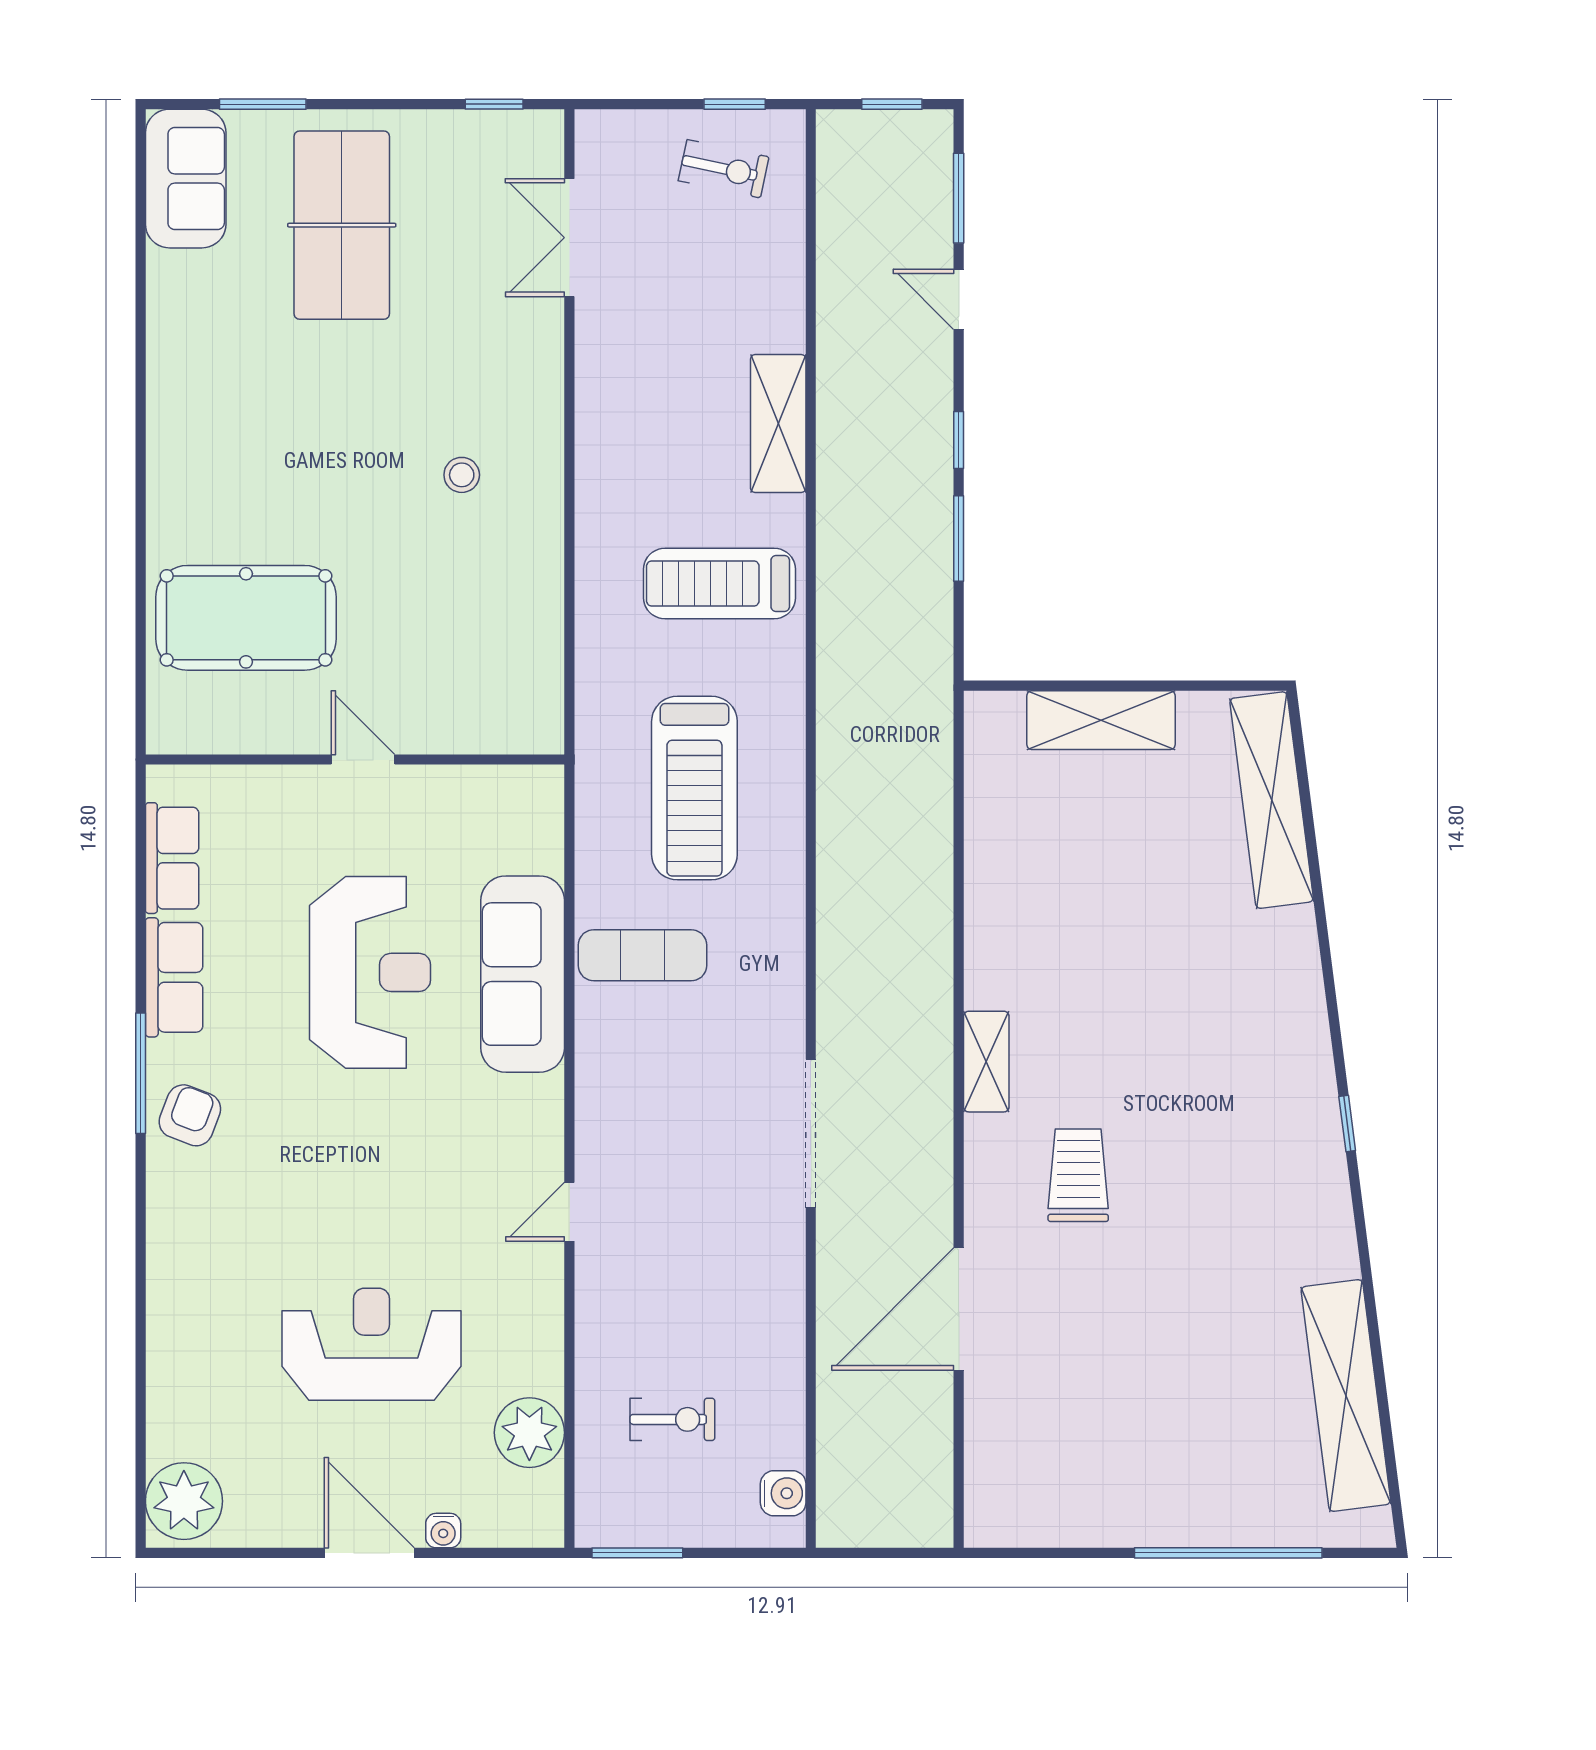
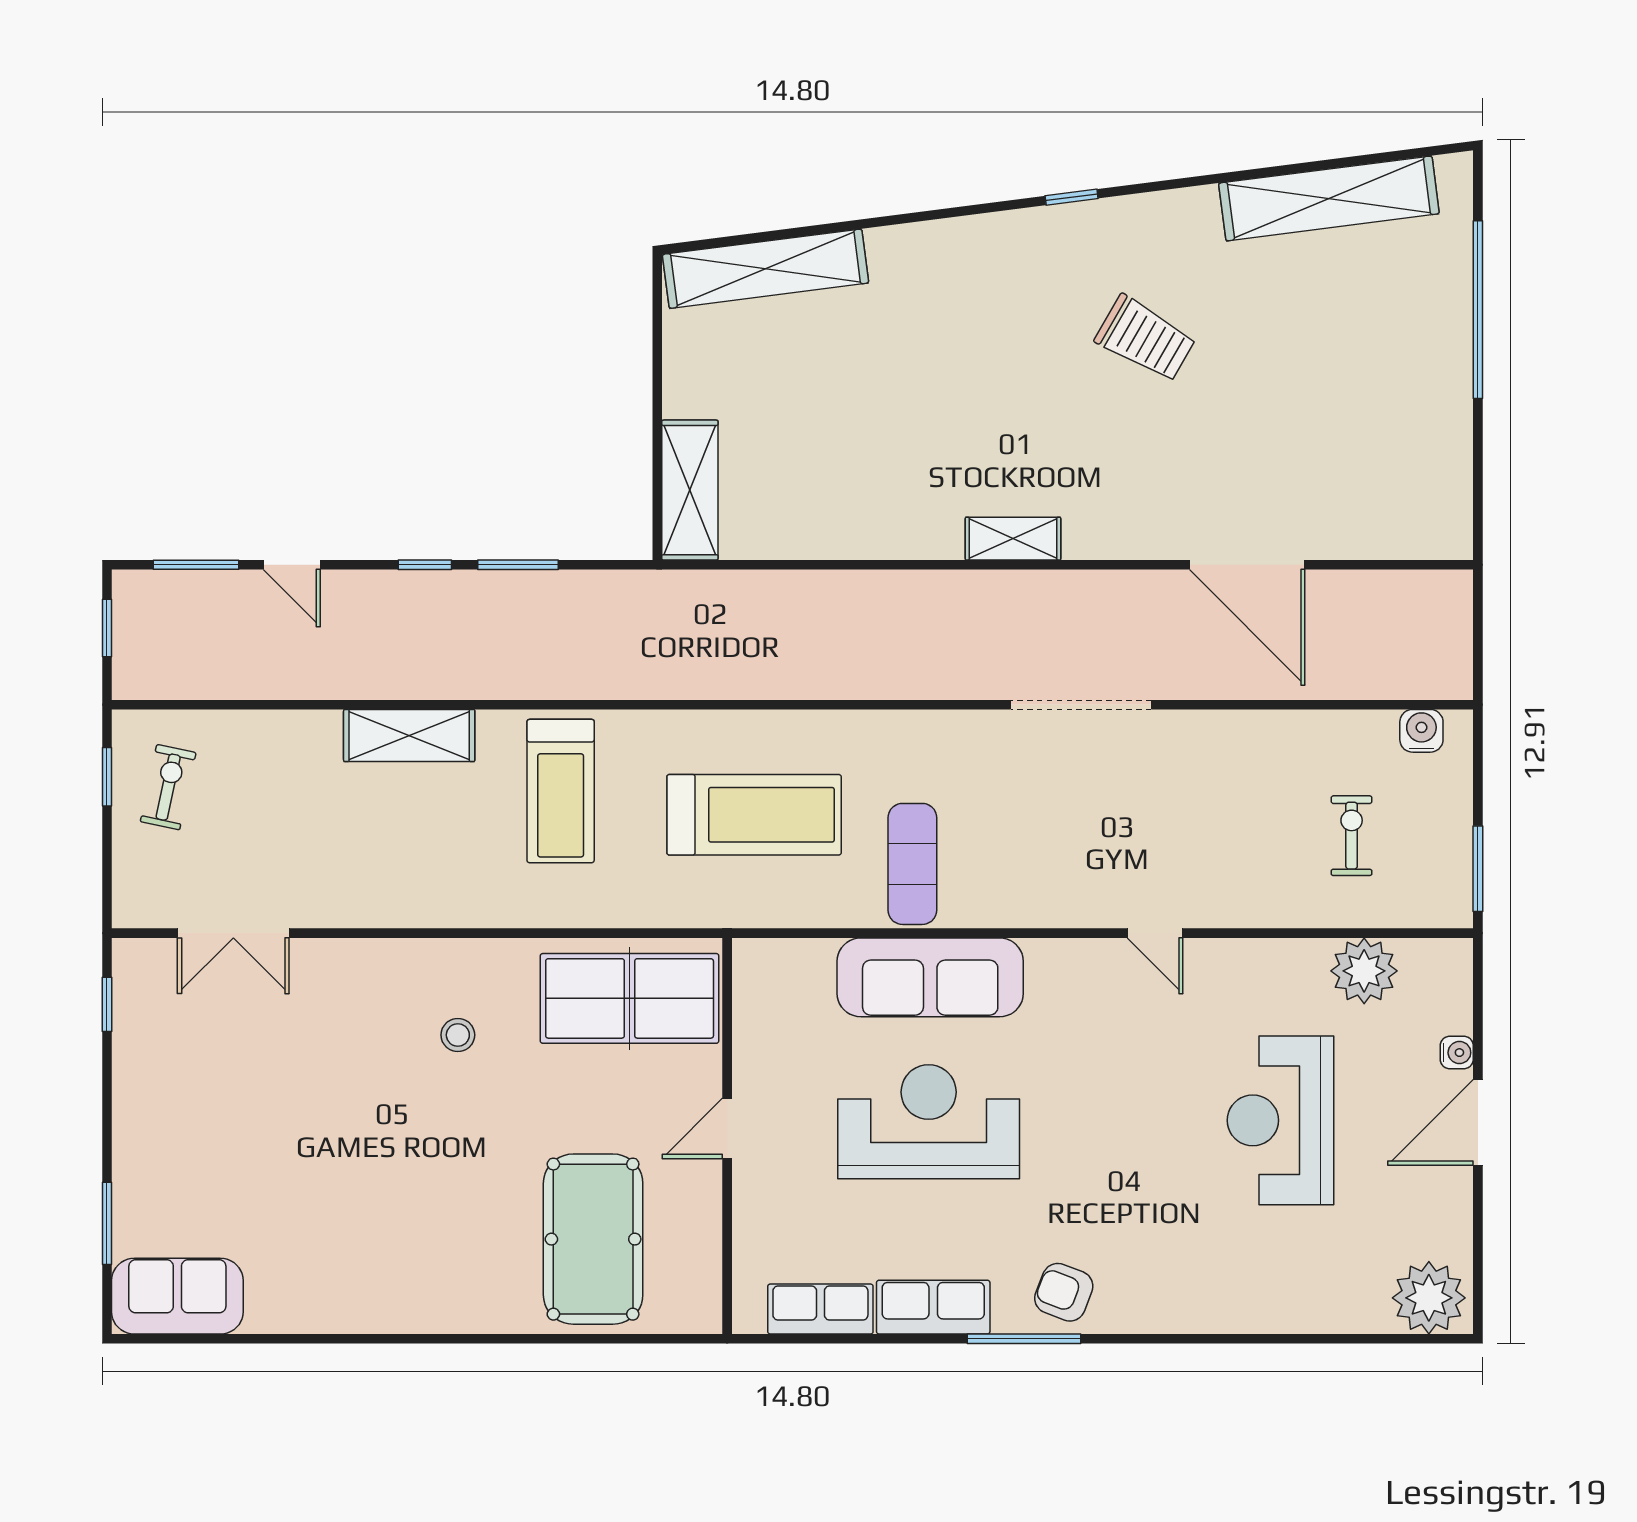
table tennis table: (342, 225) -> (630, 998), moved
door: (959, 299) -> (292, 565), hinge flipped
shelving: (1101, 720) -> (690, 490), moved
trolley: (1078, 1175) -> (1145, 339), moved, turned -150

